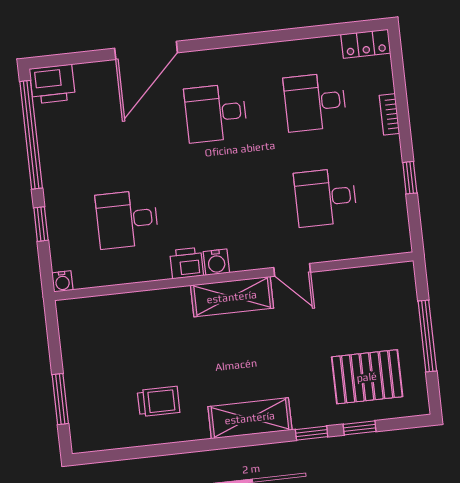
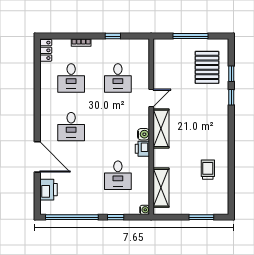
printer: (52, 84) -> (48, 190), moved
shelving: (250, 418) -> (161, 188), moved

